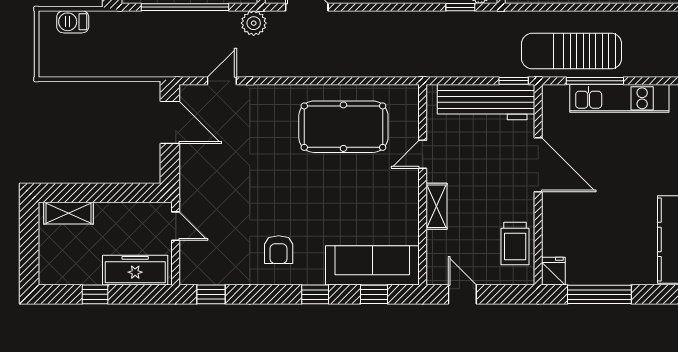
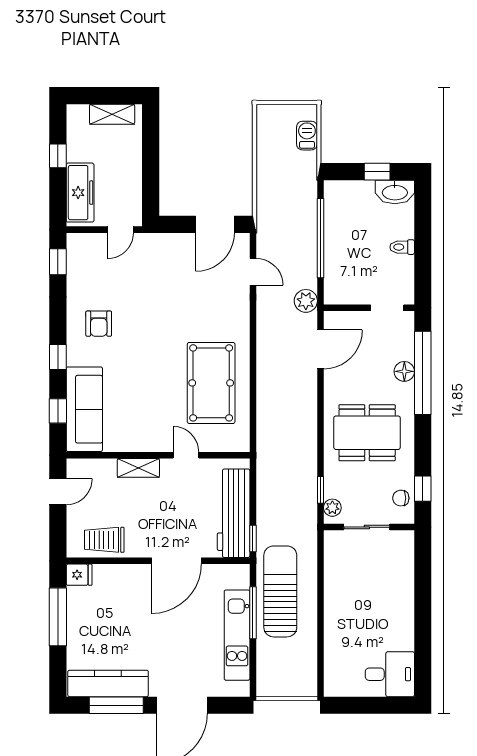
shelving: (69, 213) -> (112, 114), moved, turned 90
armchair: (279, 250) -> (99, 324), turned -90

